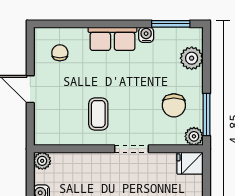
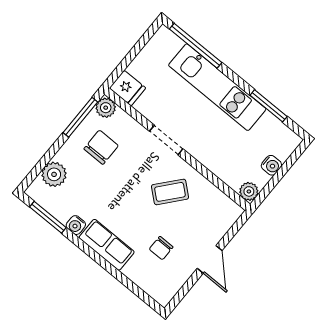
chair: (60, 53) -> (161, 248), moved
coffee table: (98, 114) -> (170, 192), turned 40

